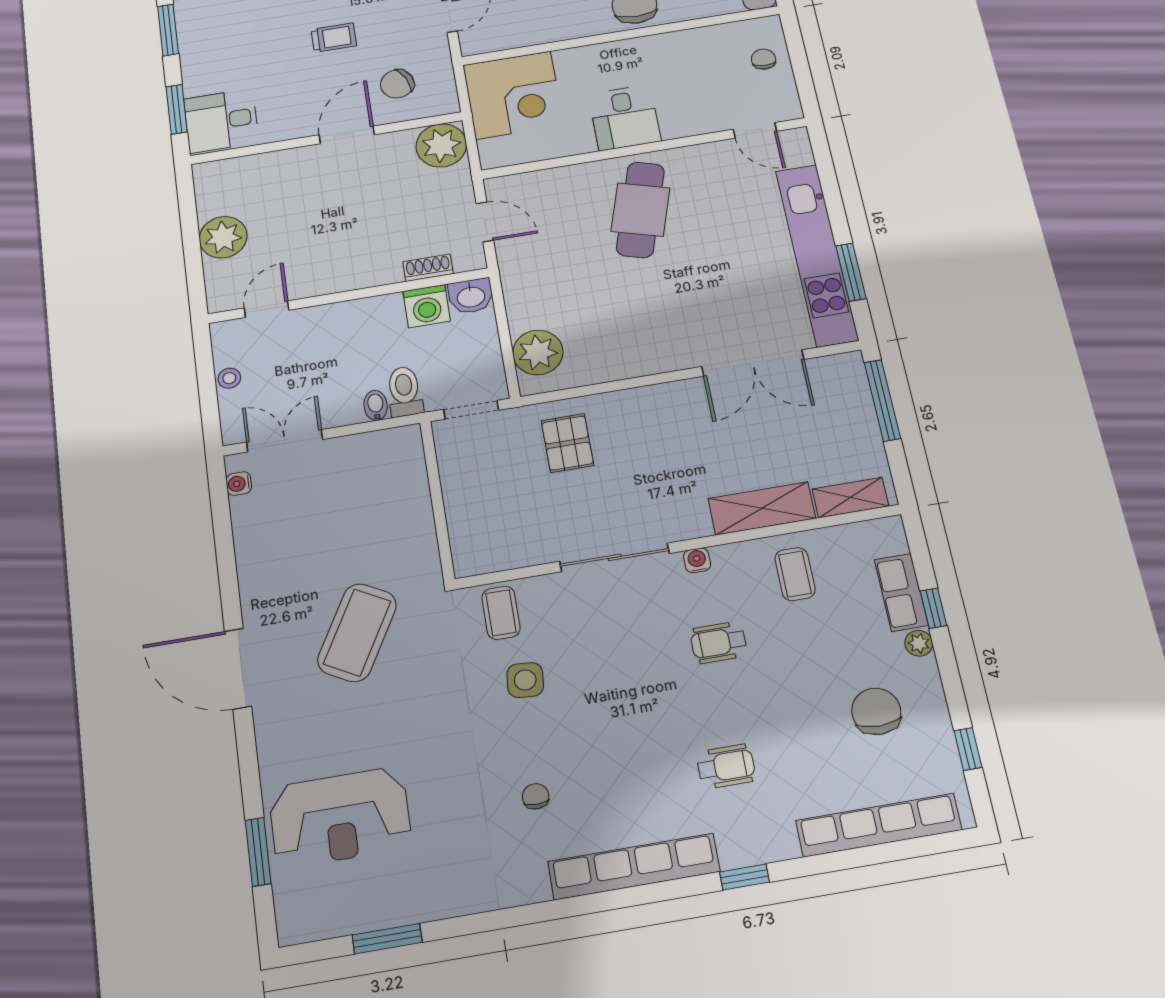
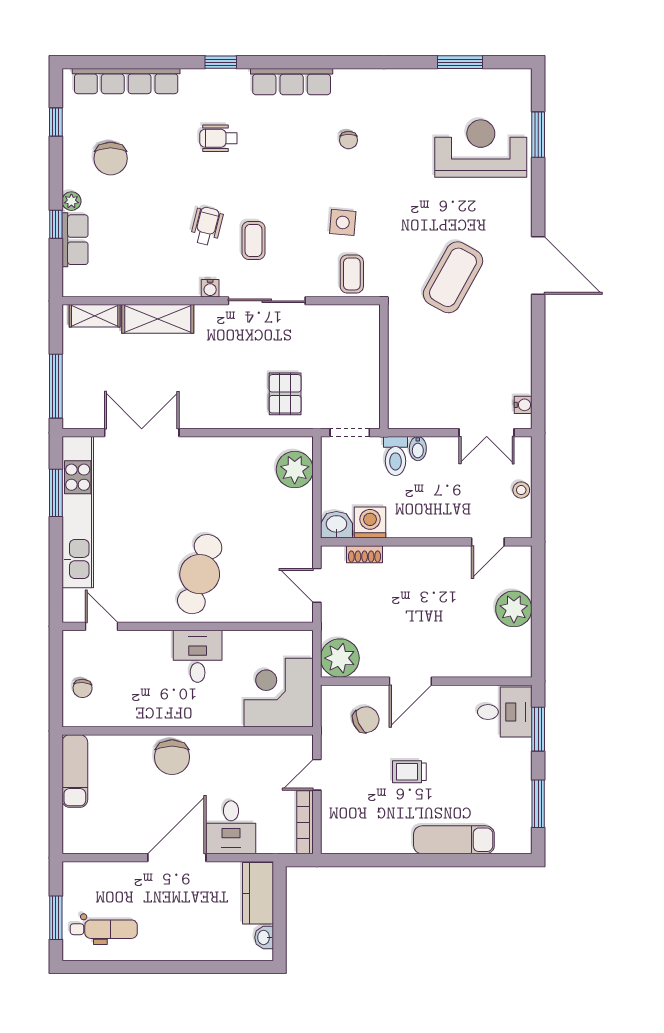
coffee table: (795, 574) -> (254, 240), moved
wheelchair: (719, 642) -> (207, 226), turned -76
row of seats: (634, 867) -> (292, 82), width x0.73

